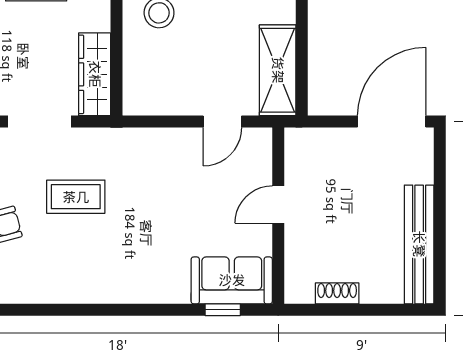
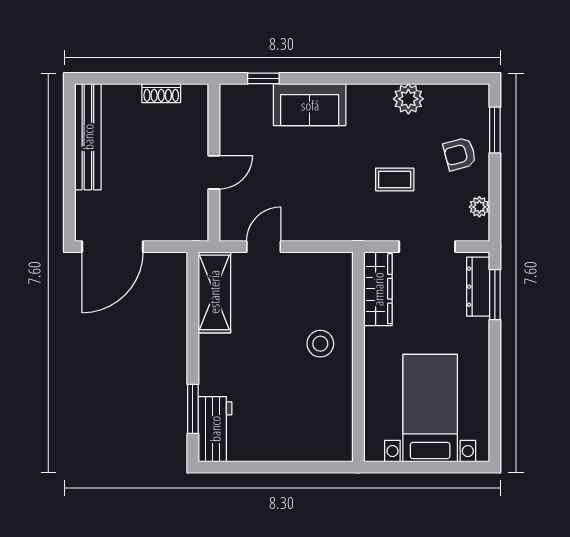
coffee table: (76, 197) -> (395, 179), width x0.73, depth x0.77
sofa: (232, 280) -> (310, 105), moved
plant: (61, 287) -> (408, 99), added

